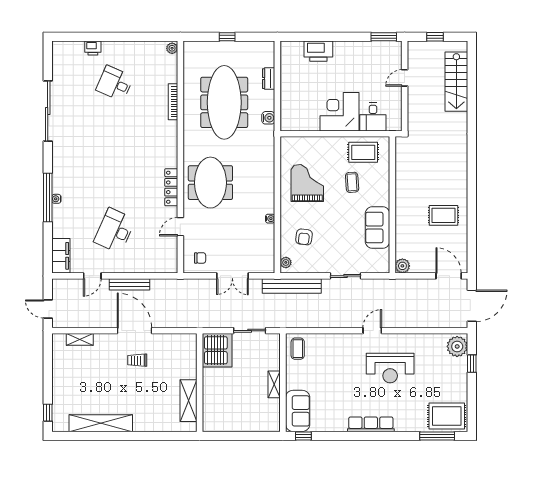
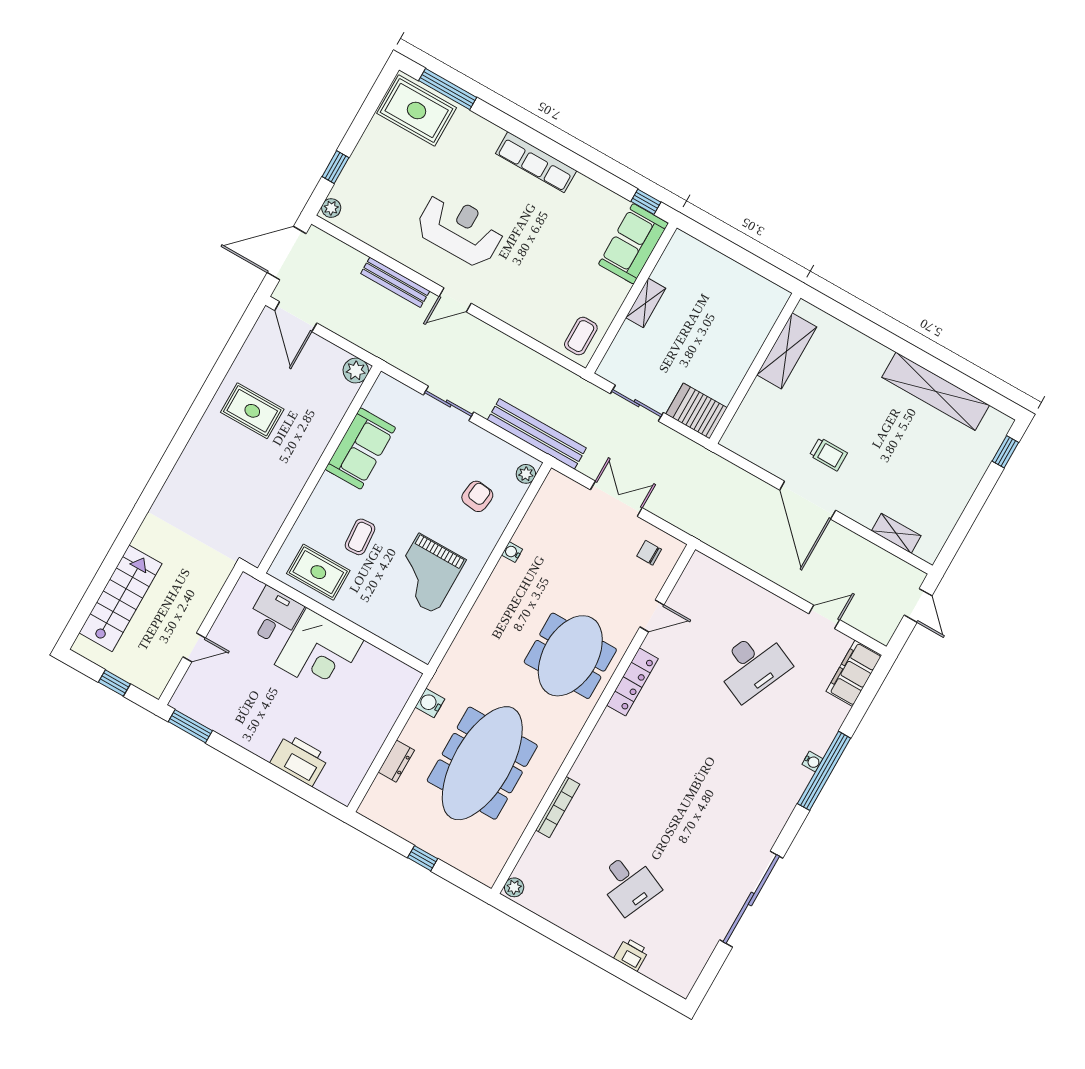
bench: (129, 284) -> (395, 282), moved
plant: (457, 346) -> (331, 208), width x0.53, depth x0.53
server rack: (217, 350) -> (696, 411), width x0.62

